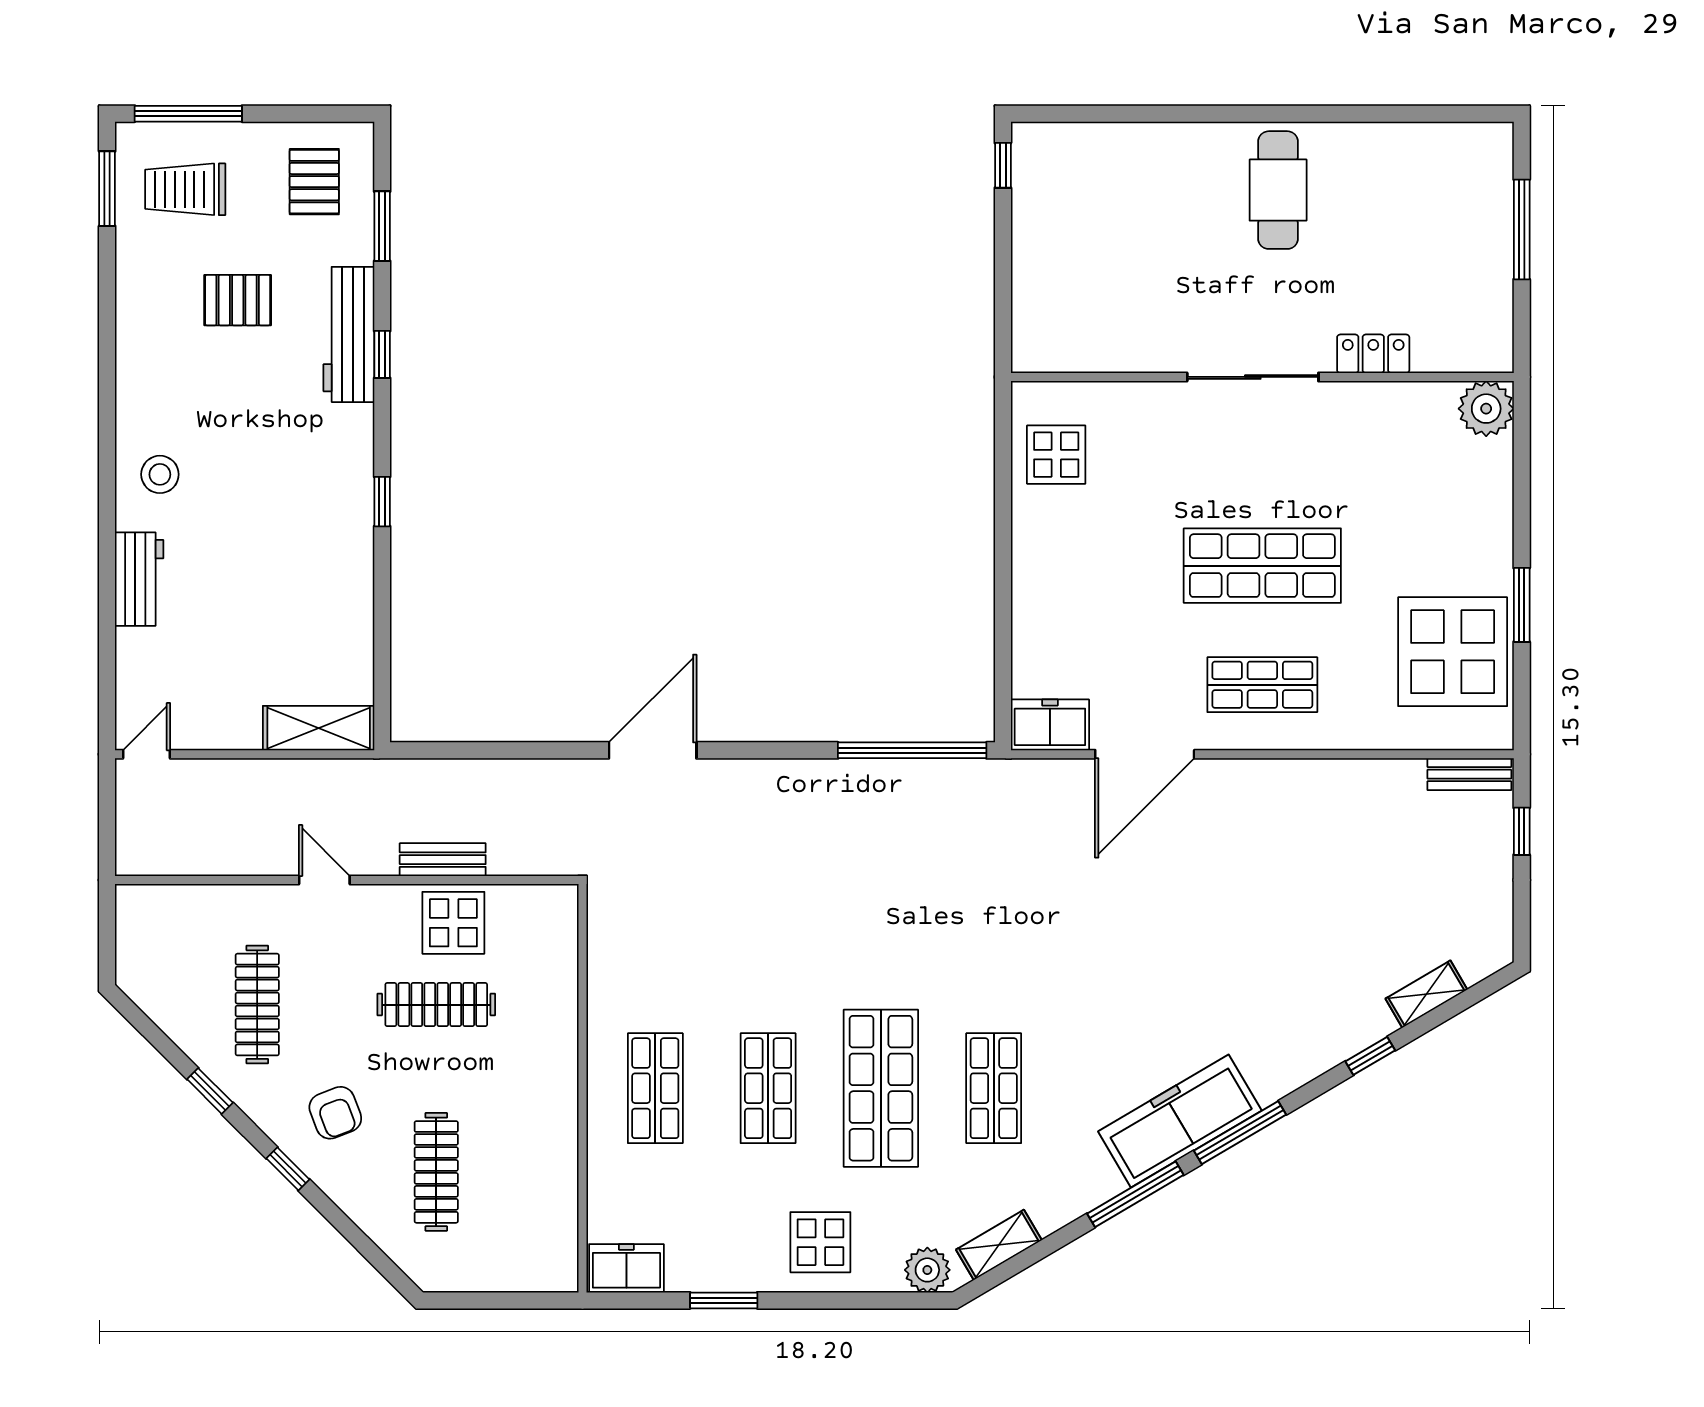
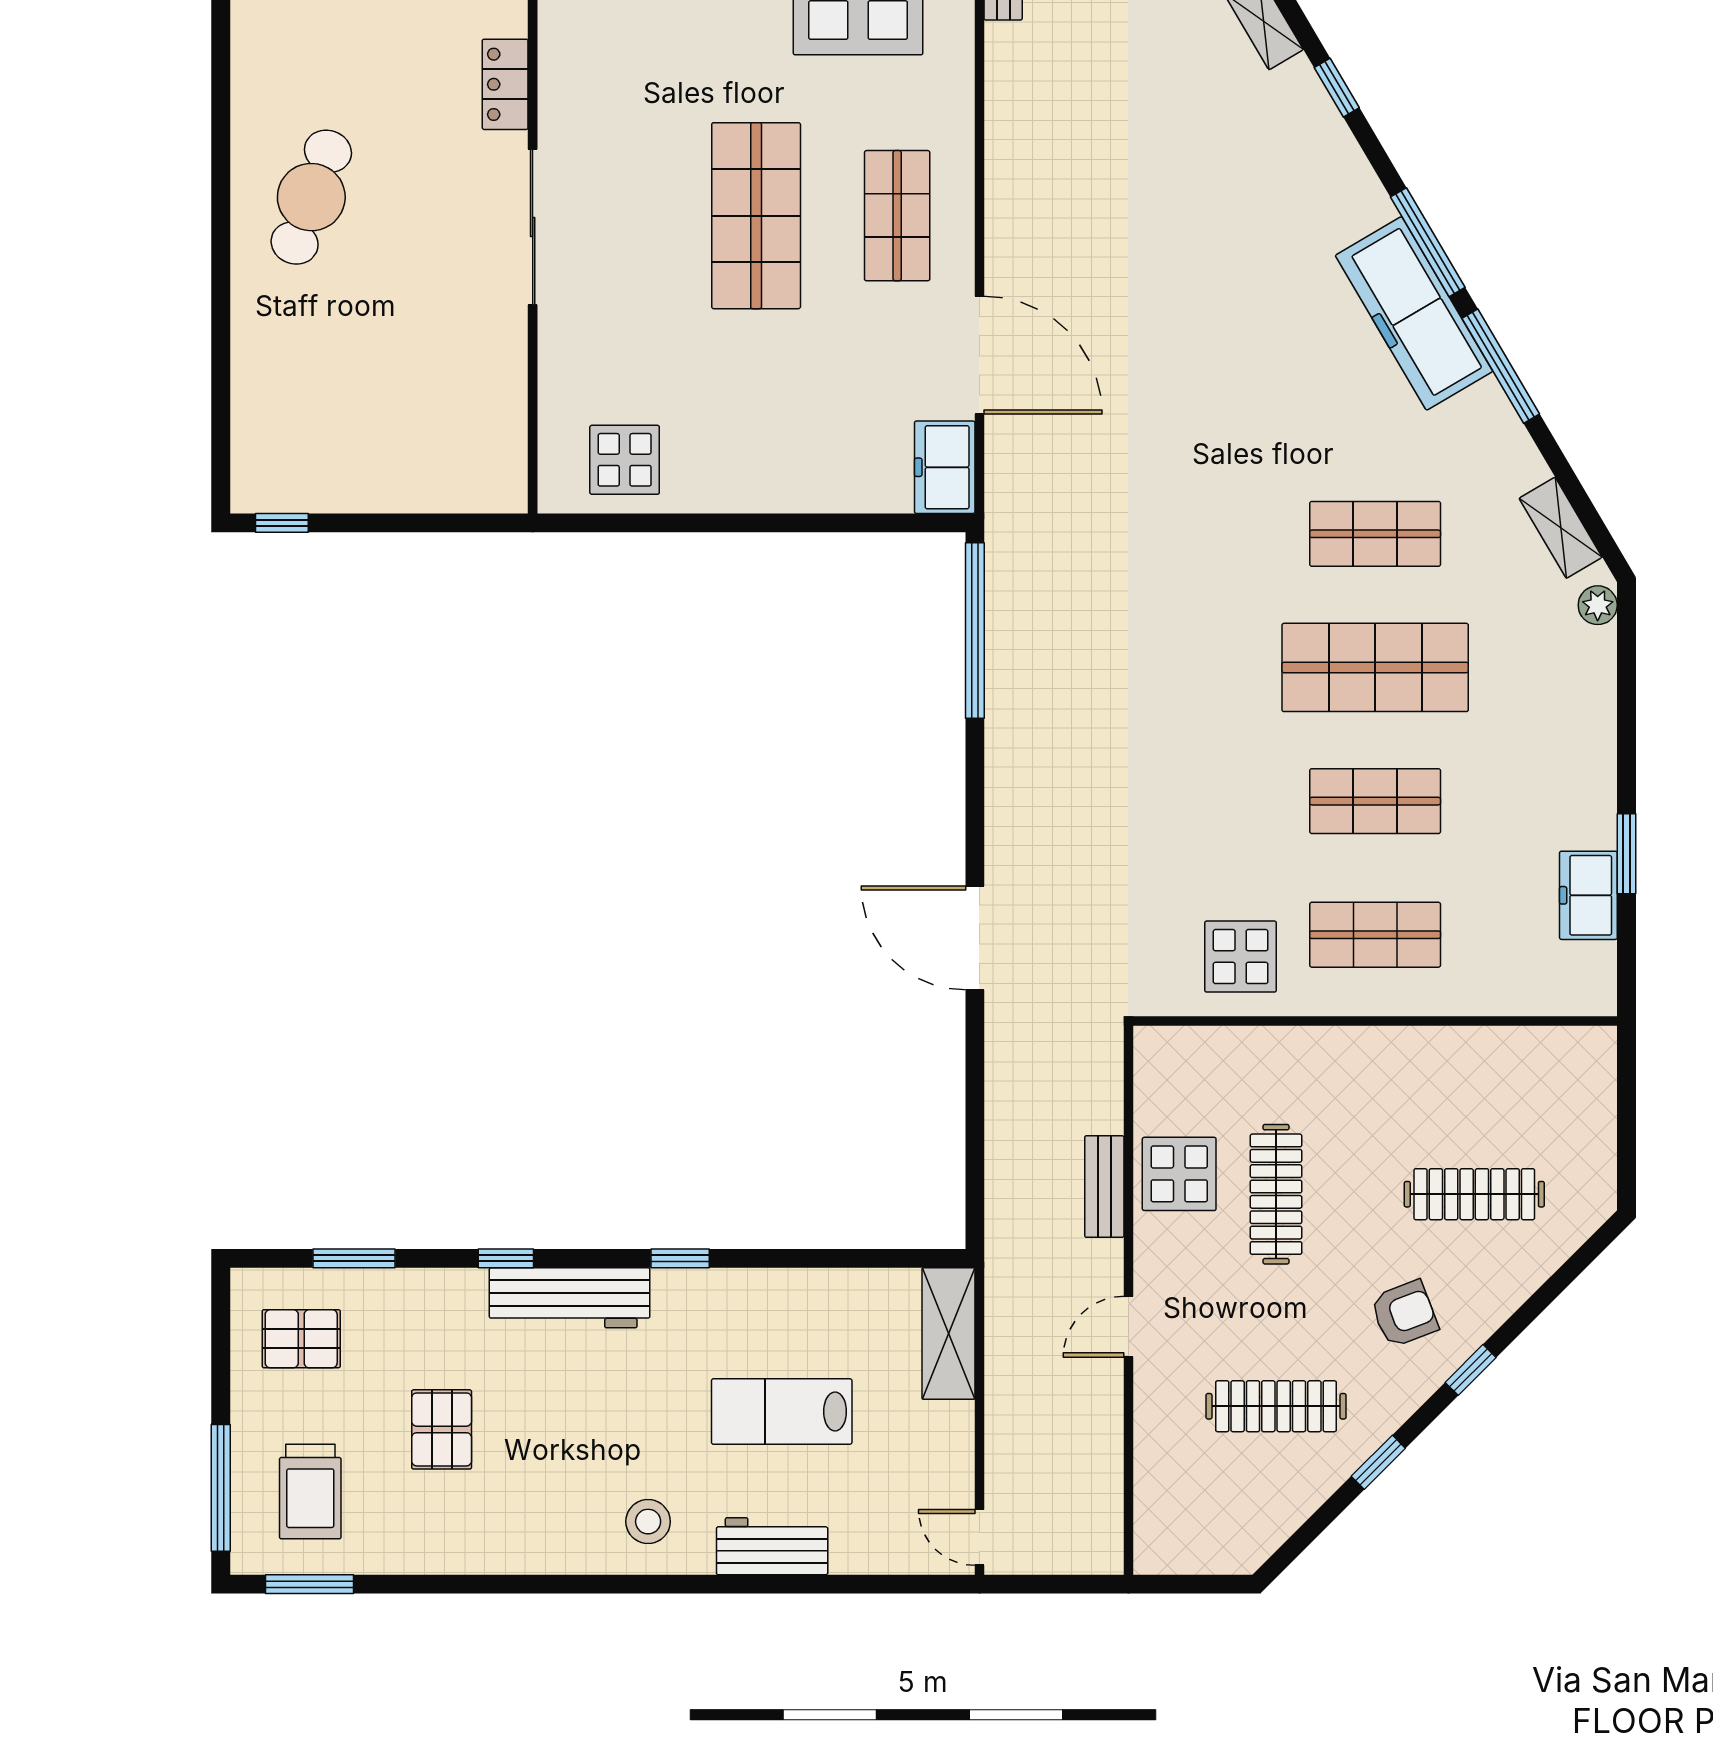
cafe table: (1278, 190) -> (311, 197), turned -70
workbench: (349, 334) -> (570, 1298), moved
lab bench: (253, 587) -> (782, 1412), added
display table: (820, 1242) -> (1241, 957), moved
freezer: (626, 1268) -> (1588, 895), moved
plant: (927, 1270) -> (1598, 605), width x0.73, depth x0.73

